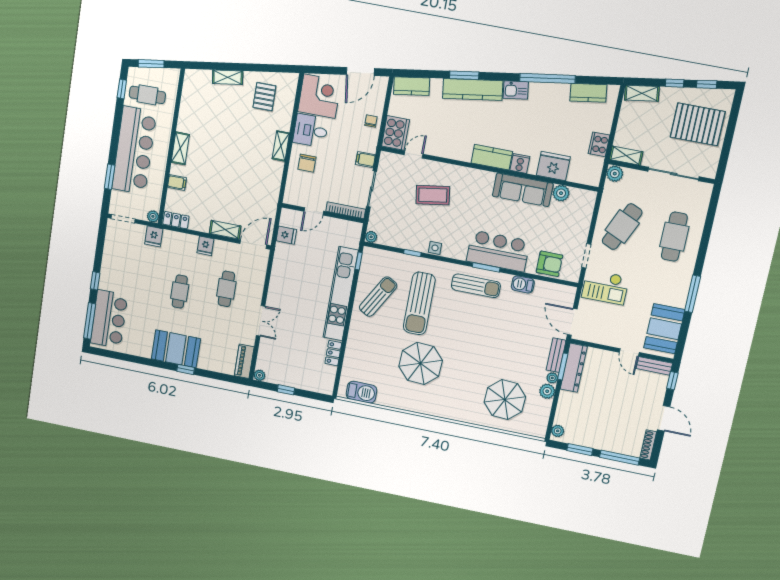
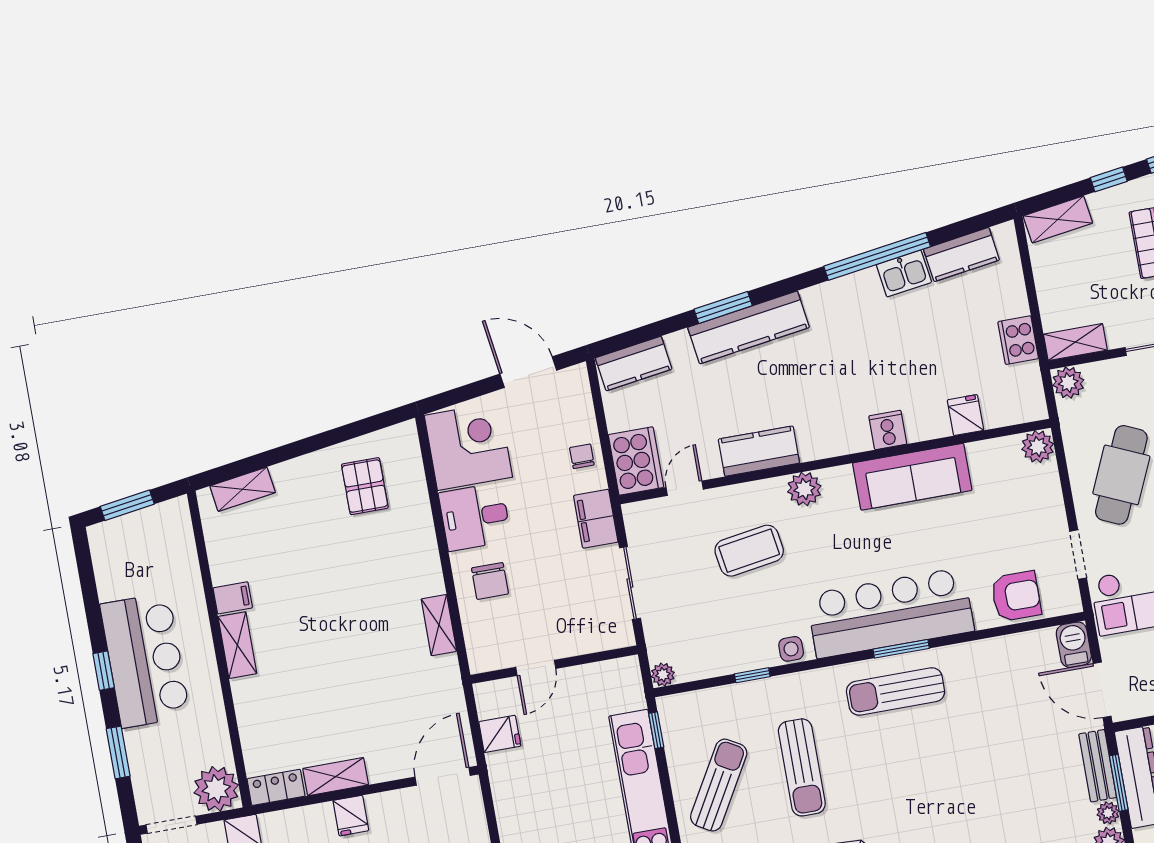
door: (360, 71) -> (528, 372), swing flipped
shelving: (228, 77) -> (243, 489), moved
window: (122, 89) -> (104, 671), moved
kitchen sink: (516, 90) -> (904, 273), moved
cafe table: (147, 95) -> (140, 567), removed
shelving: (281, 146) -> (439, 625), moved
bar counter: (134, 150) -> (145, 660), width x0.73
kitchen counter: (492, 157) -> (759, 451), moved
filing cabinet: (365, 160) -> (596, 519), width x2.00
fridge: (553, 166) -> (965, 415), width x0.53, depth x0.75
plant: (470, 176) -> (804, 489), added
filing cabinet: (177, 183) -> (233, 598), moved
plant: (561, 193) -> (1038, 447), moved
bookcase: (346, 210) -> (596, 642), removed
plant: (153, 216) -> (216, 789), width x1.88, depth x1.88
shelving: (225, 230) -> (336, 777), moved
bar counter: (498, 251) -> (890, 613), width x1.36
barbecue: (523, 284) -> (1074, 645), moved, turned 90
sun lounger: (476, 286) -> (896, 691), turned 180
sun lounger: (419, 303) -> (802, 767), width x0.73, depth x0.75

